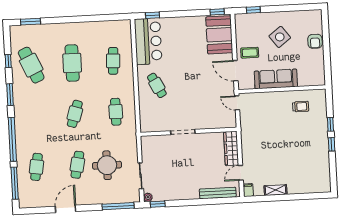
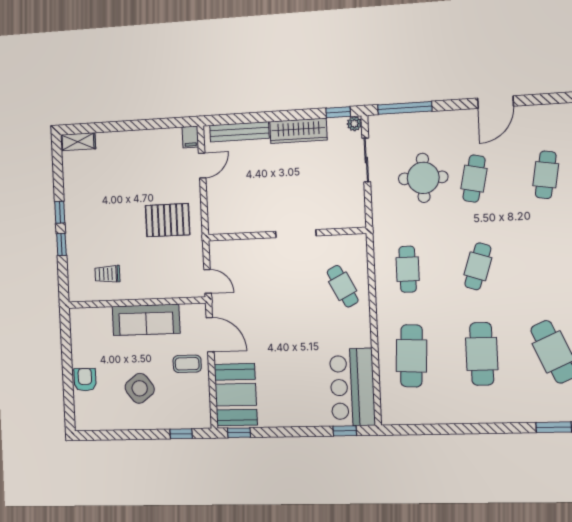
cafe table: (113, 61) -> (411, 356), width x1.37, depth x1.35
cafe table: (157, 85) -> (343, 286), moved
pallet: (262, 140) -> (168, 220), added
wardrobe: (231, 148) -> (298, 131), moved, turned 90
shelving: (275, 190) -> (78, 142), moved

